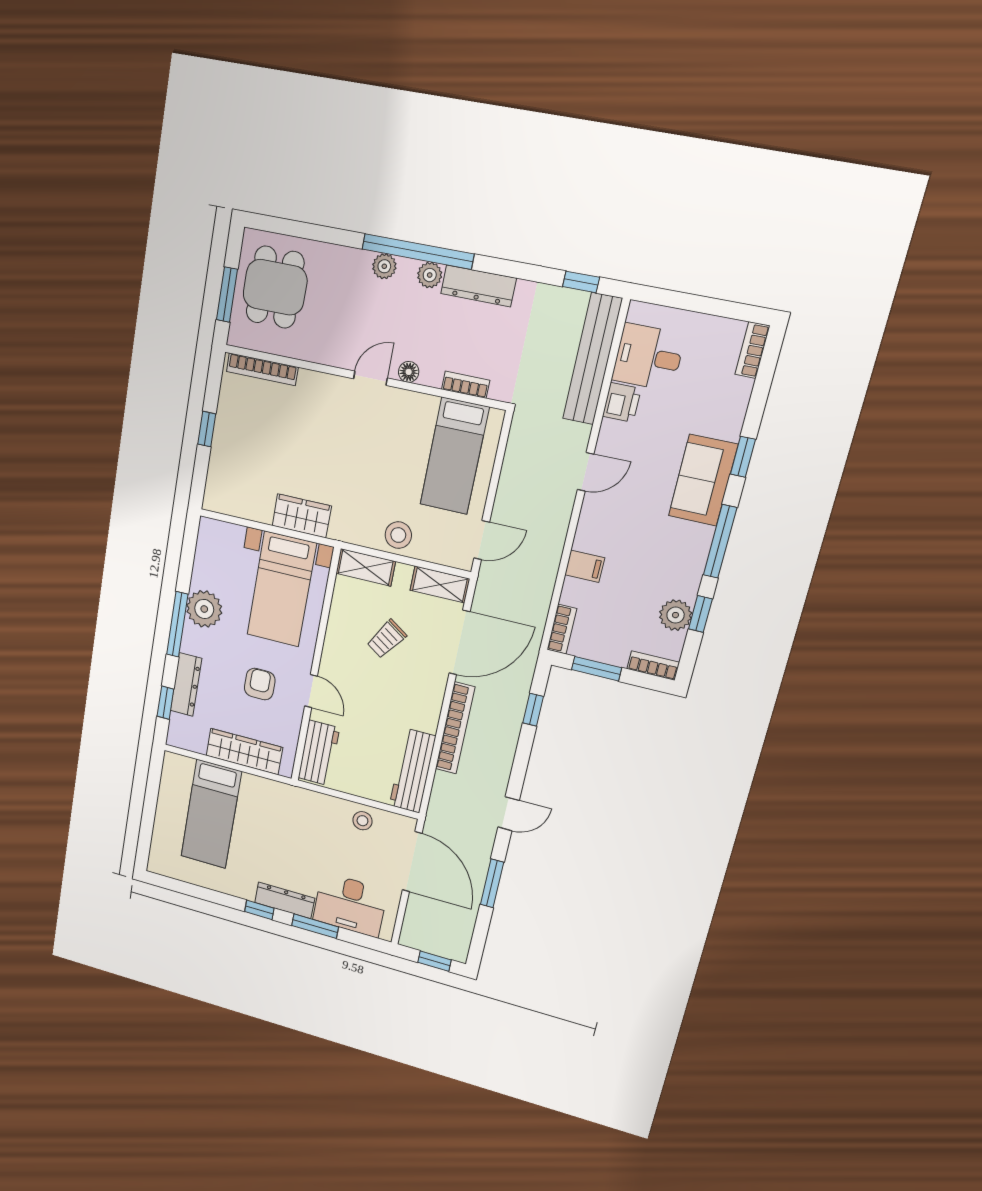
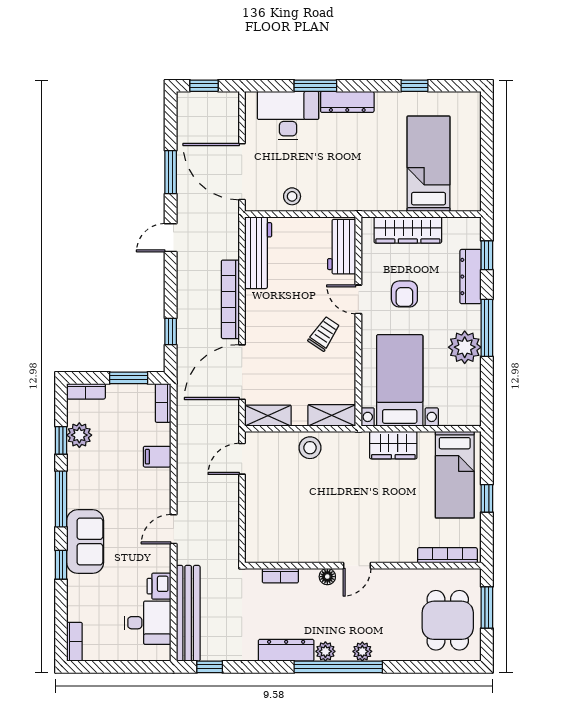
bed: (454, 456) -> (455, 475), moved, turned 180
trolley: (387, 639) -> (324, 334), moved
window: (259, 910) -> (415, 86), moved

